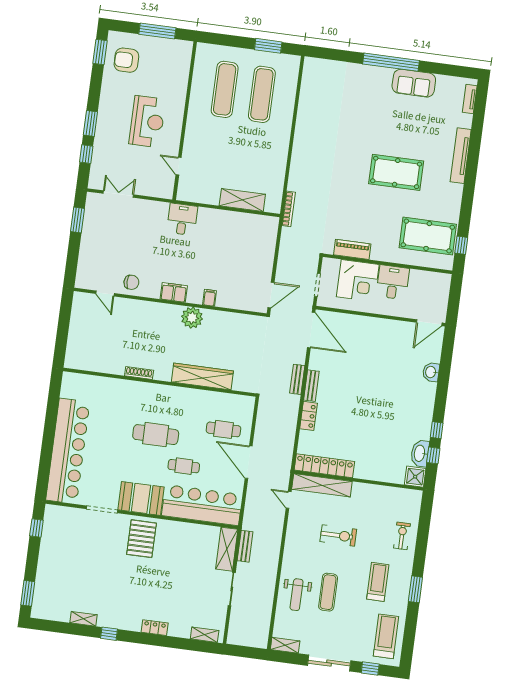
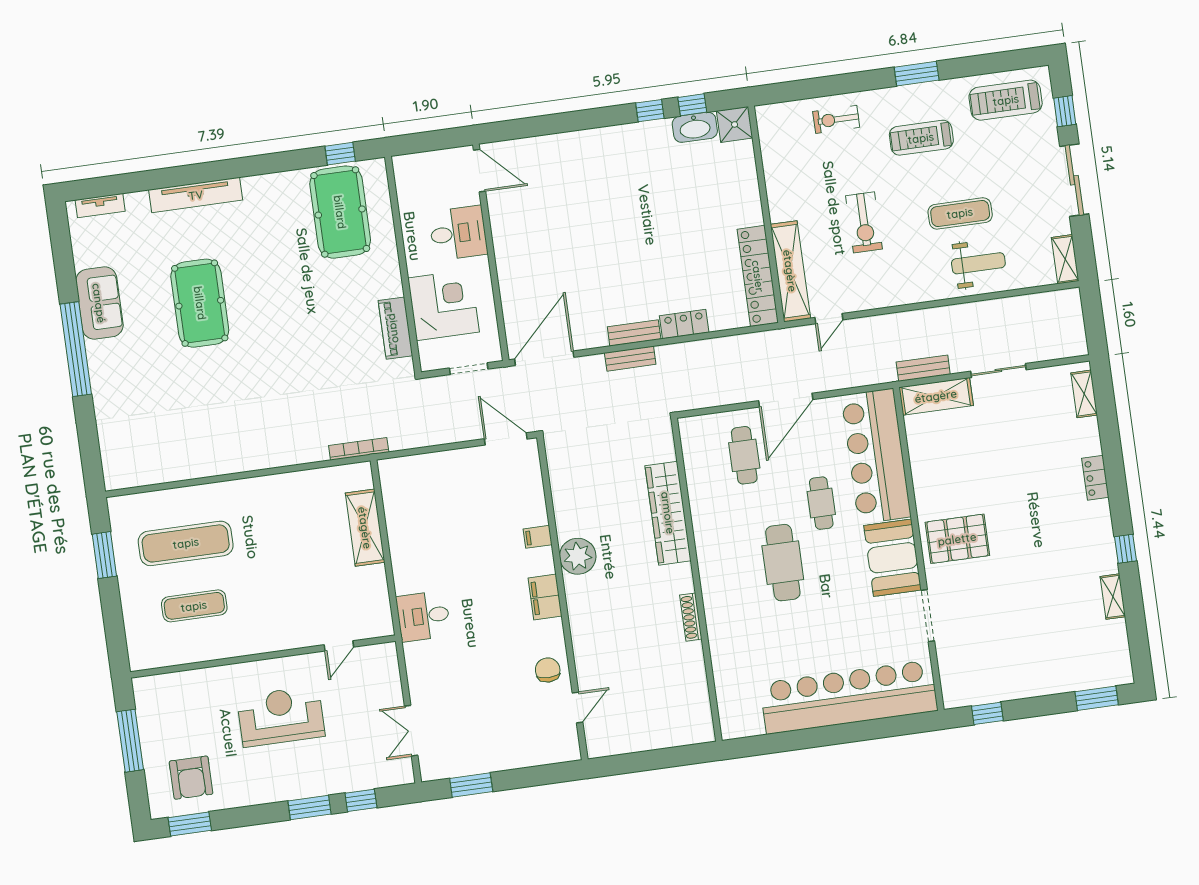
exercise mat: (225, 89) -> (194, 606), width x0.73, depth x0.69
pool table: (396, 172) -> (200, 303), moved
desk: (393, 282) -> (458, 233), moved, turned 180
washbasin: (431, 372) -> (559, 146), removed
exercise bike: (338, 535) -> (864, 222), turned 180

